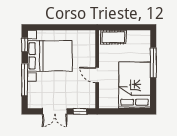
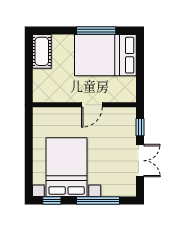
cot: (113, 37) -> (42, 51), moved
window: (153, 63) -> (96, 31), moved

